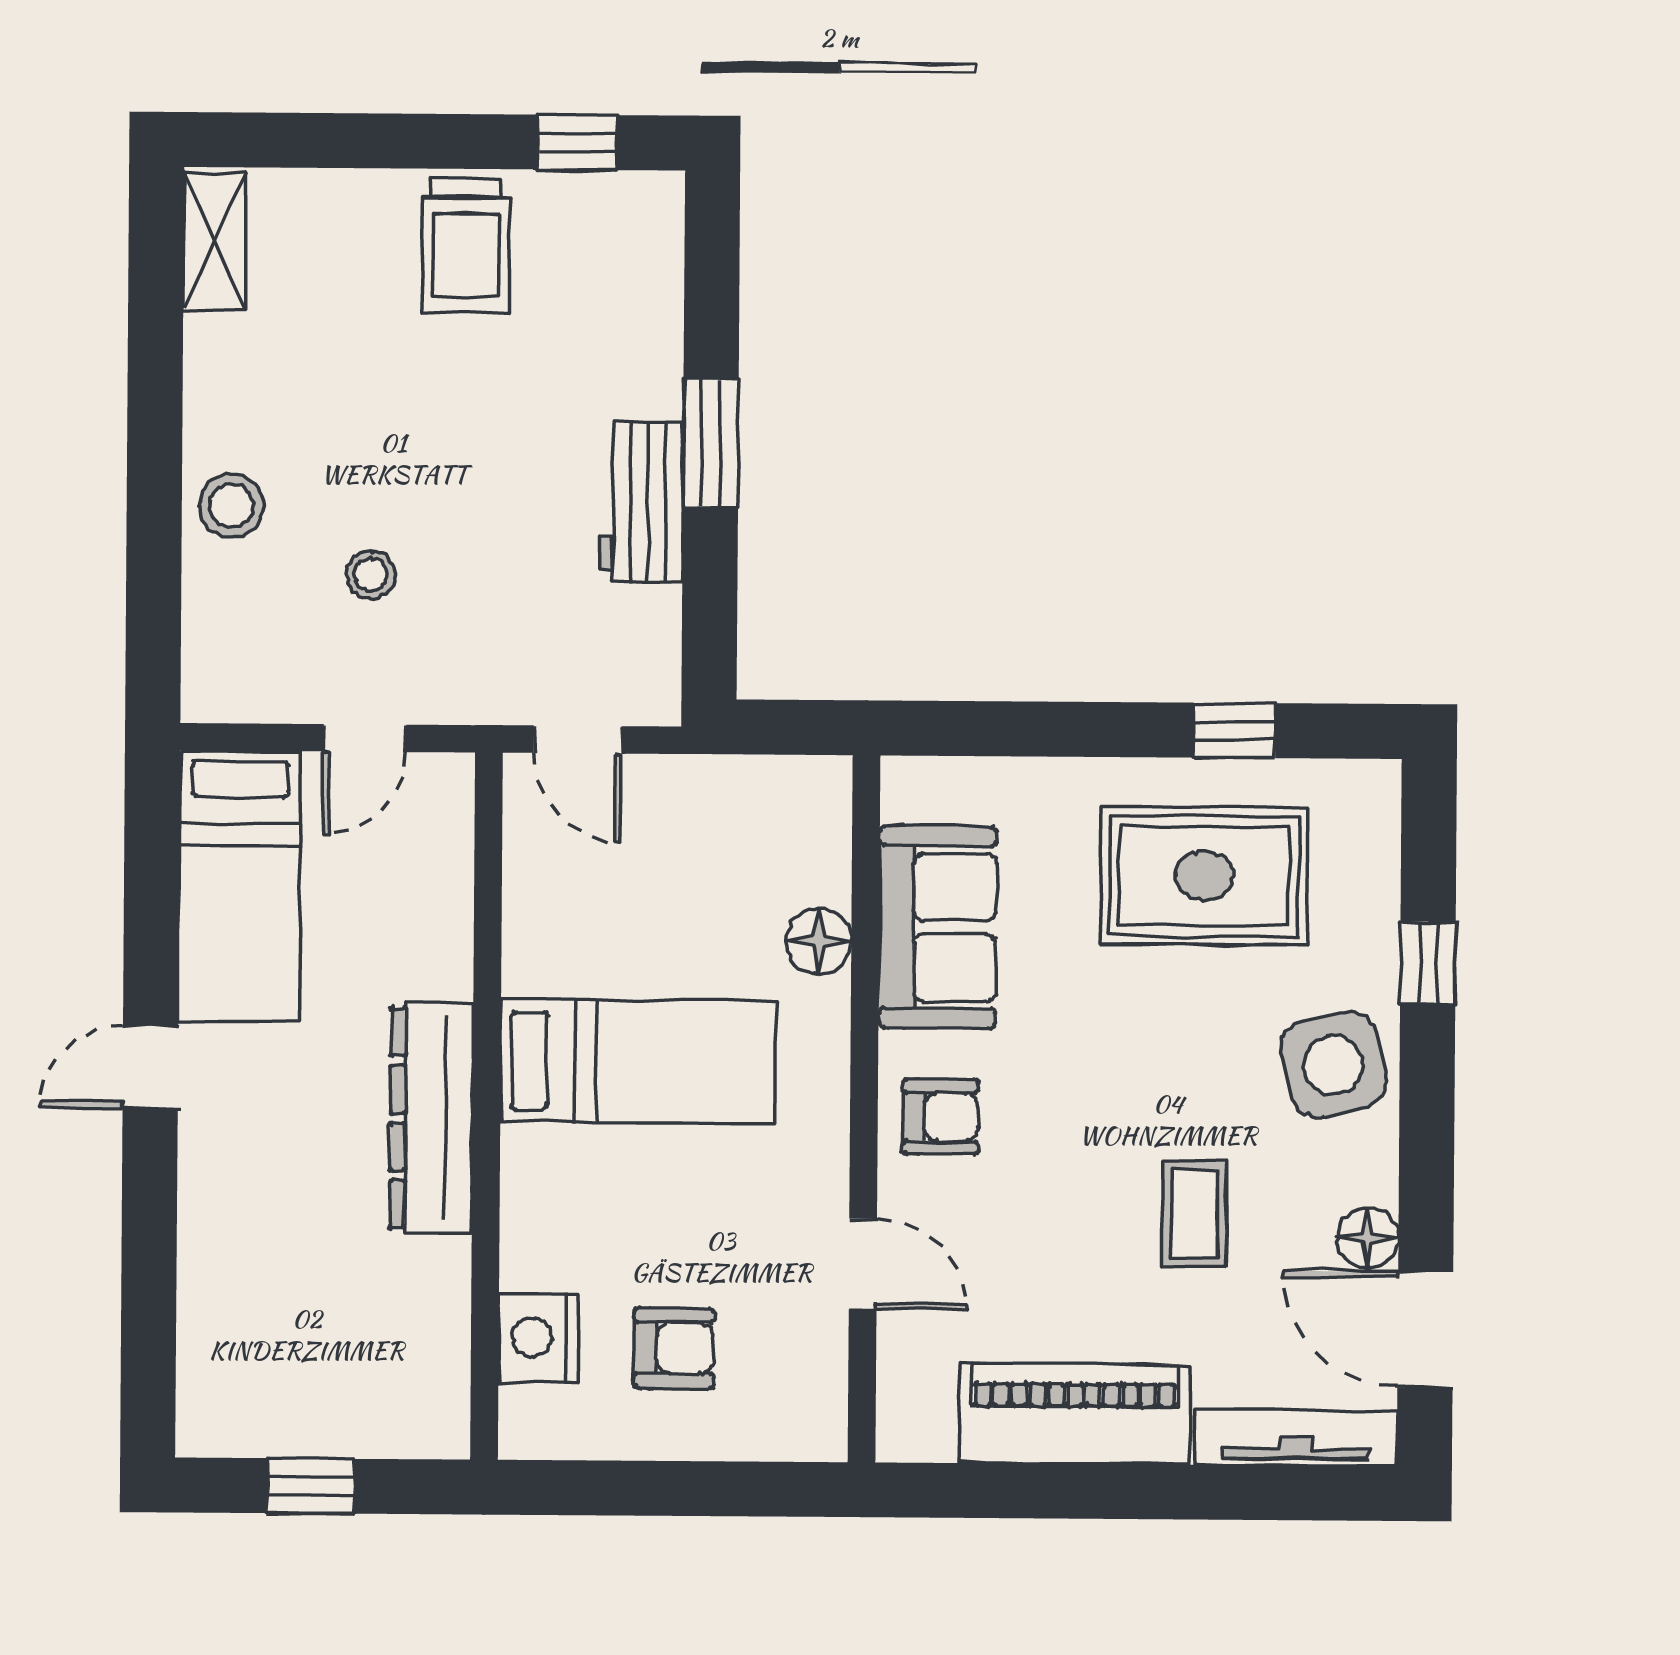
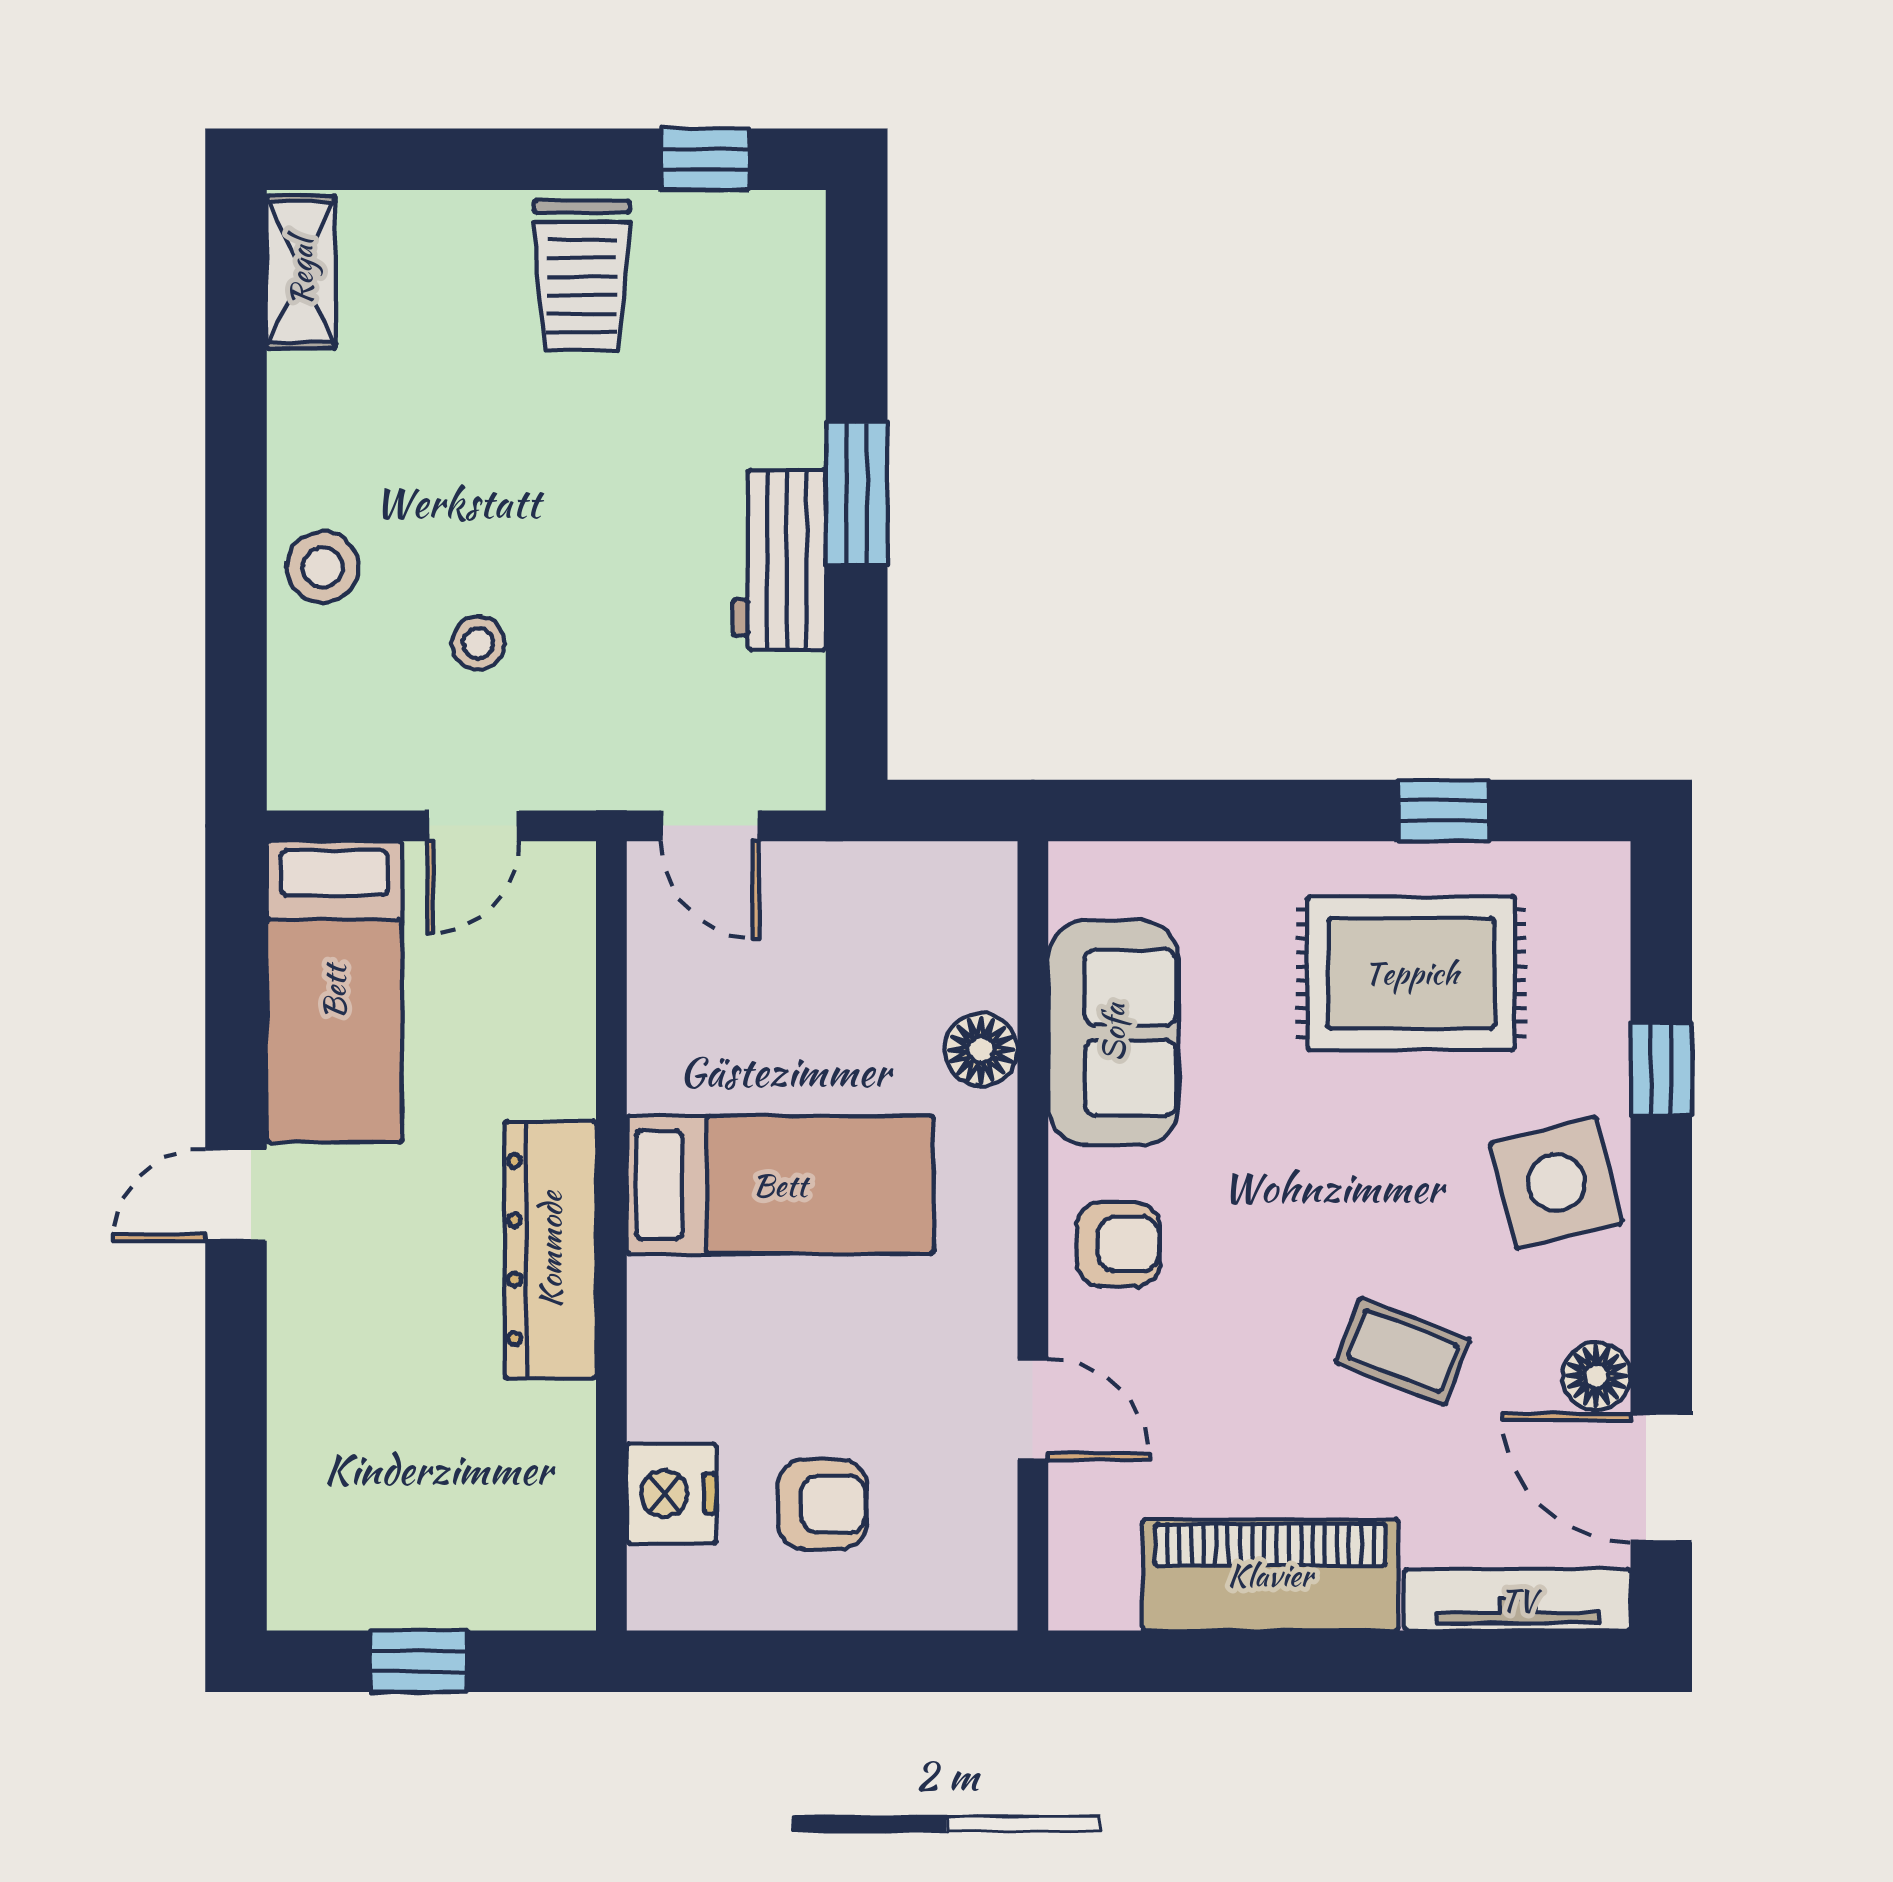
coffee table: (1195, 1214) -> (1403, 1351), turned -69

